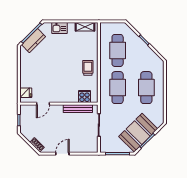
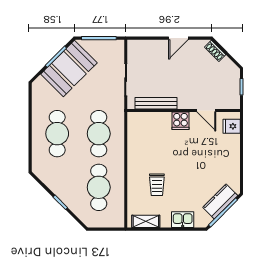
trolley: (88, 68) -> (157, 185), moved
cooker: (85, 96) -> (180, 121), moved
door: (43, 104) -> (206, 110), swing flipped

